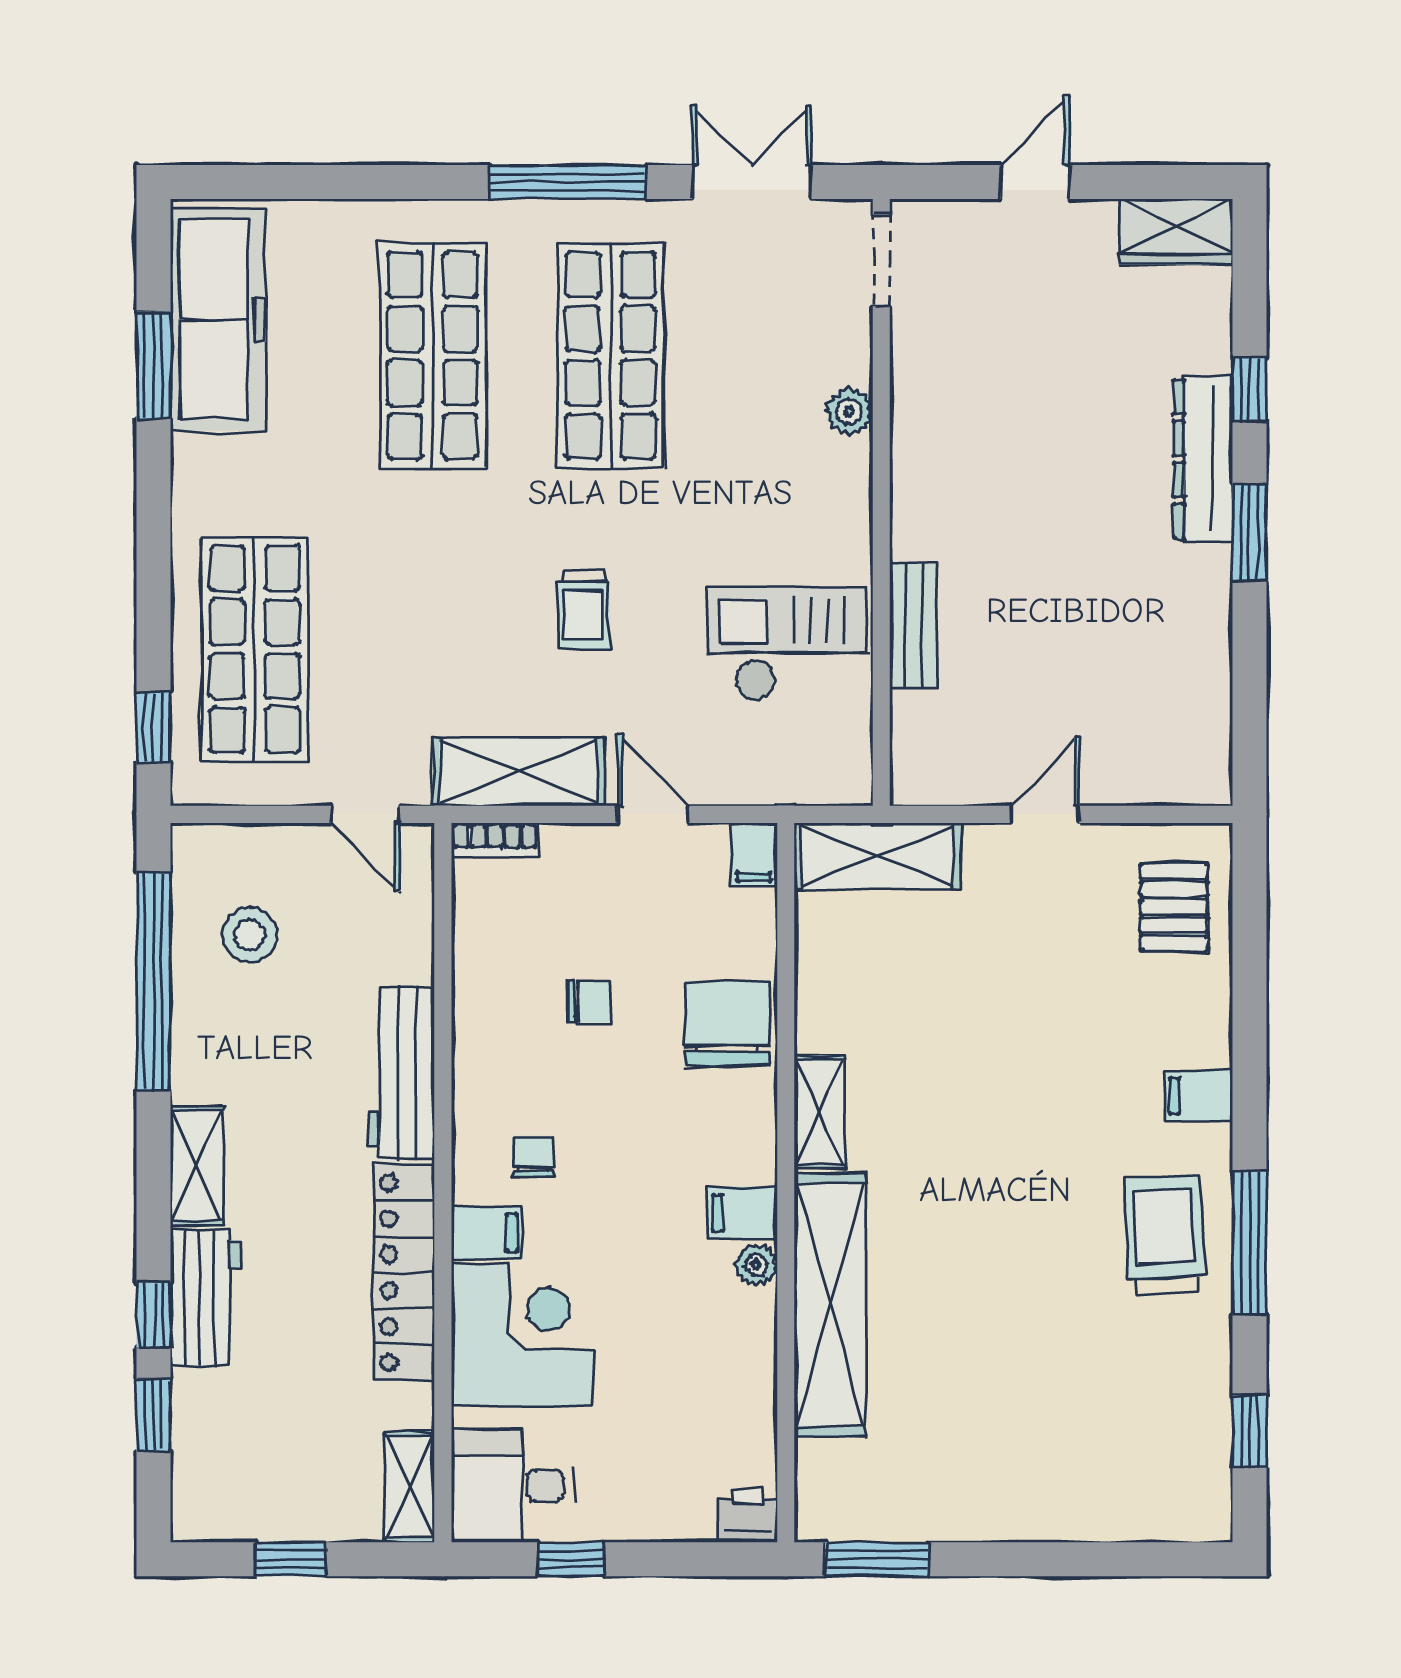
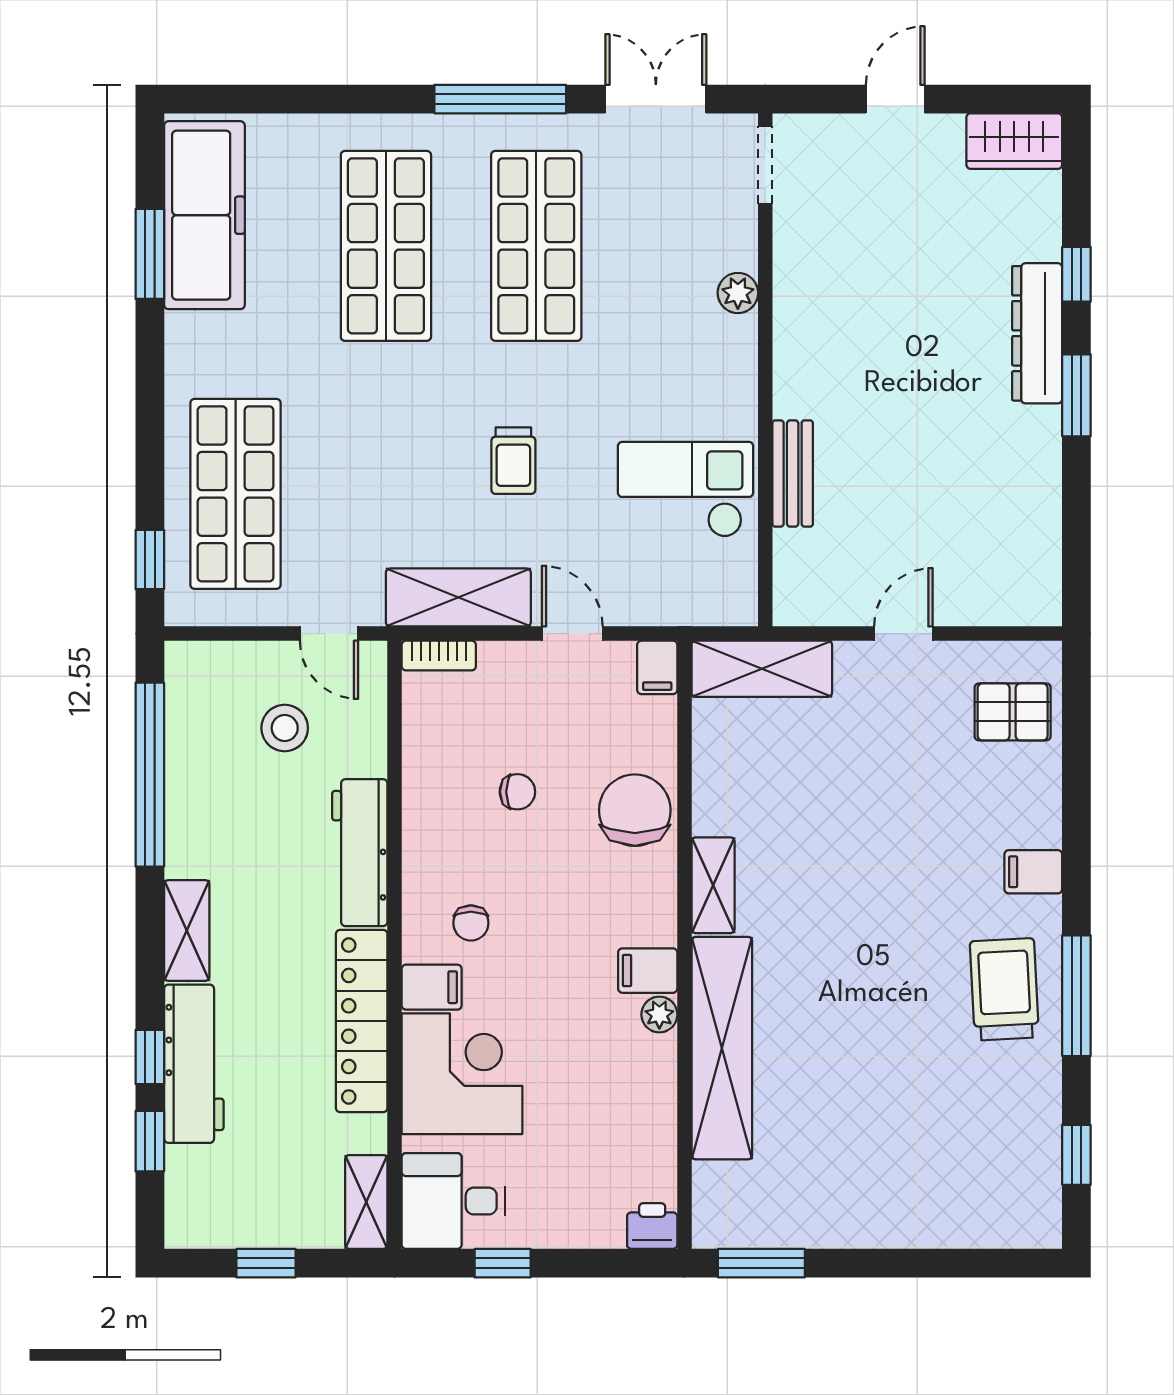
pallet: (1174, 907) -> (1013, 712), turned 90
stool: (250, 935) -> (285, 728), moved
chair: (533, 1157) -> (471, 923), turned 180
workbench: (205, 1298) -> (194, 1064), width x1.38

